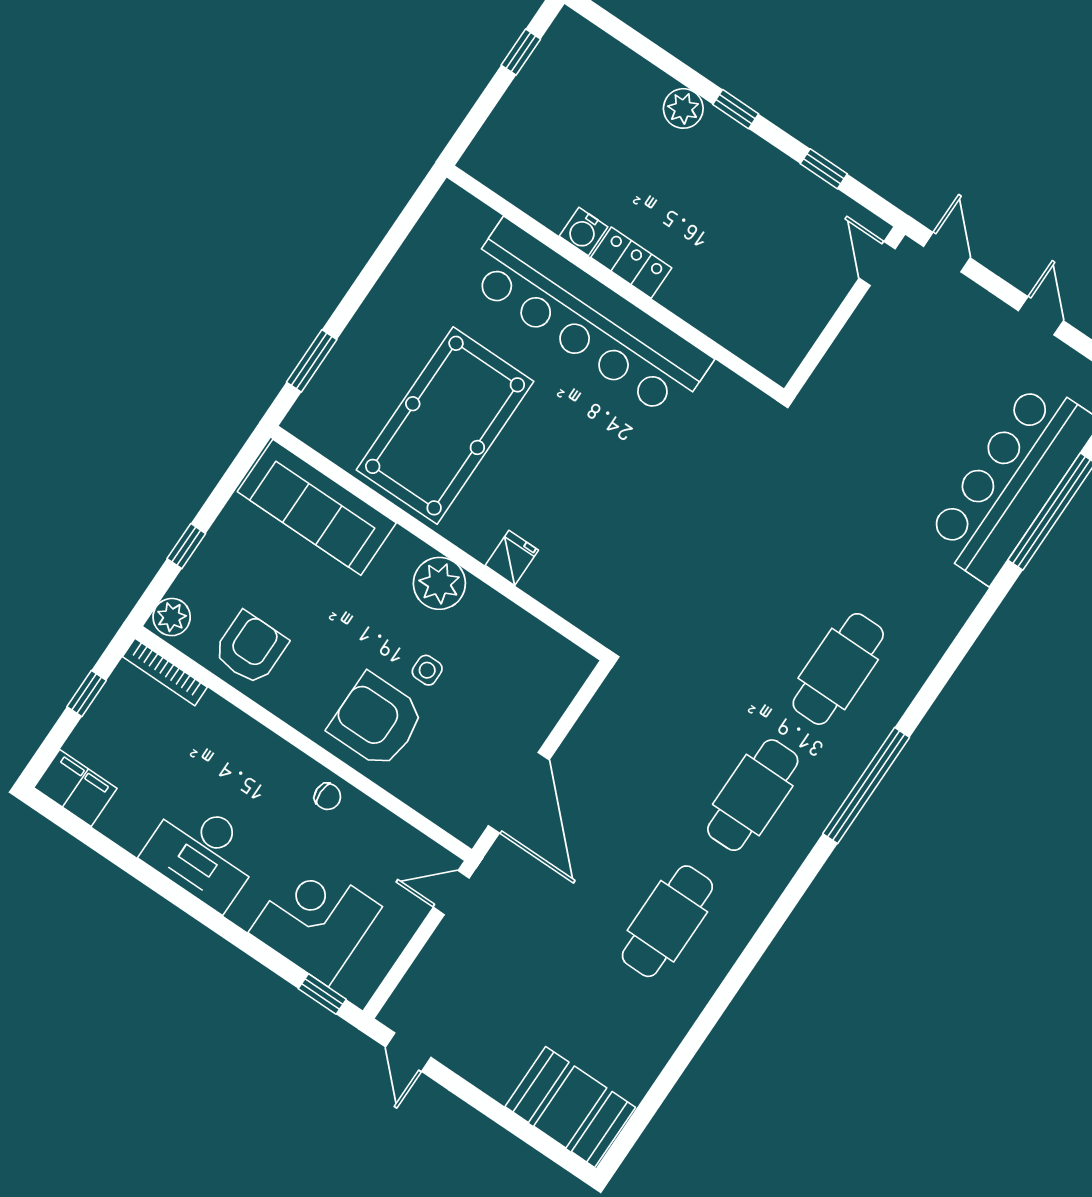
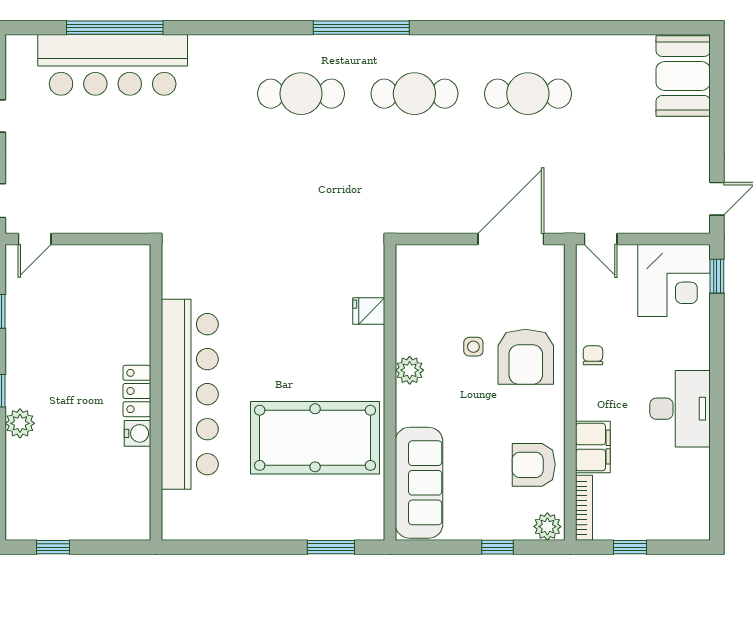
fridge: (512, 558) -> (369, 311), moved
plant: (439, 583) -> (410, 370), width x0.73, depth x0.73
filing cabinet: (75, 788) -> (593, 447), moved, turned 180
corner desk: (315, 920) -> (674, 281), moved, turned -90

